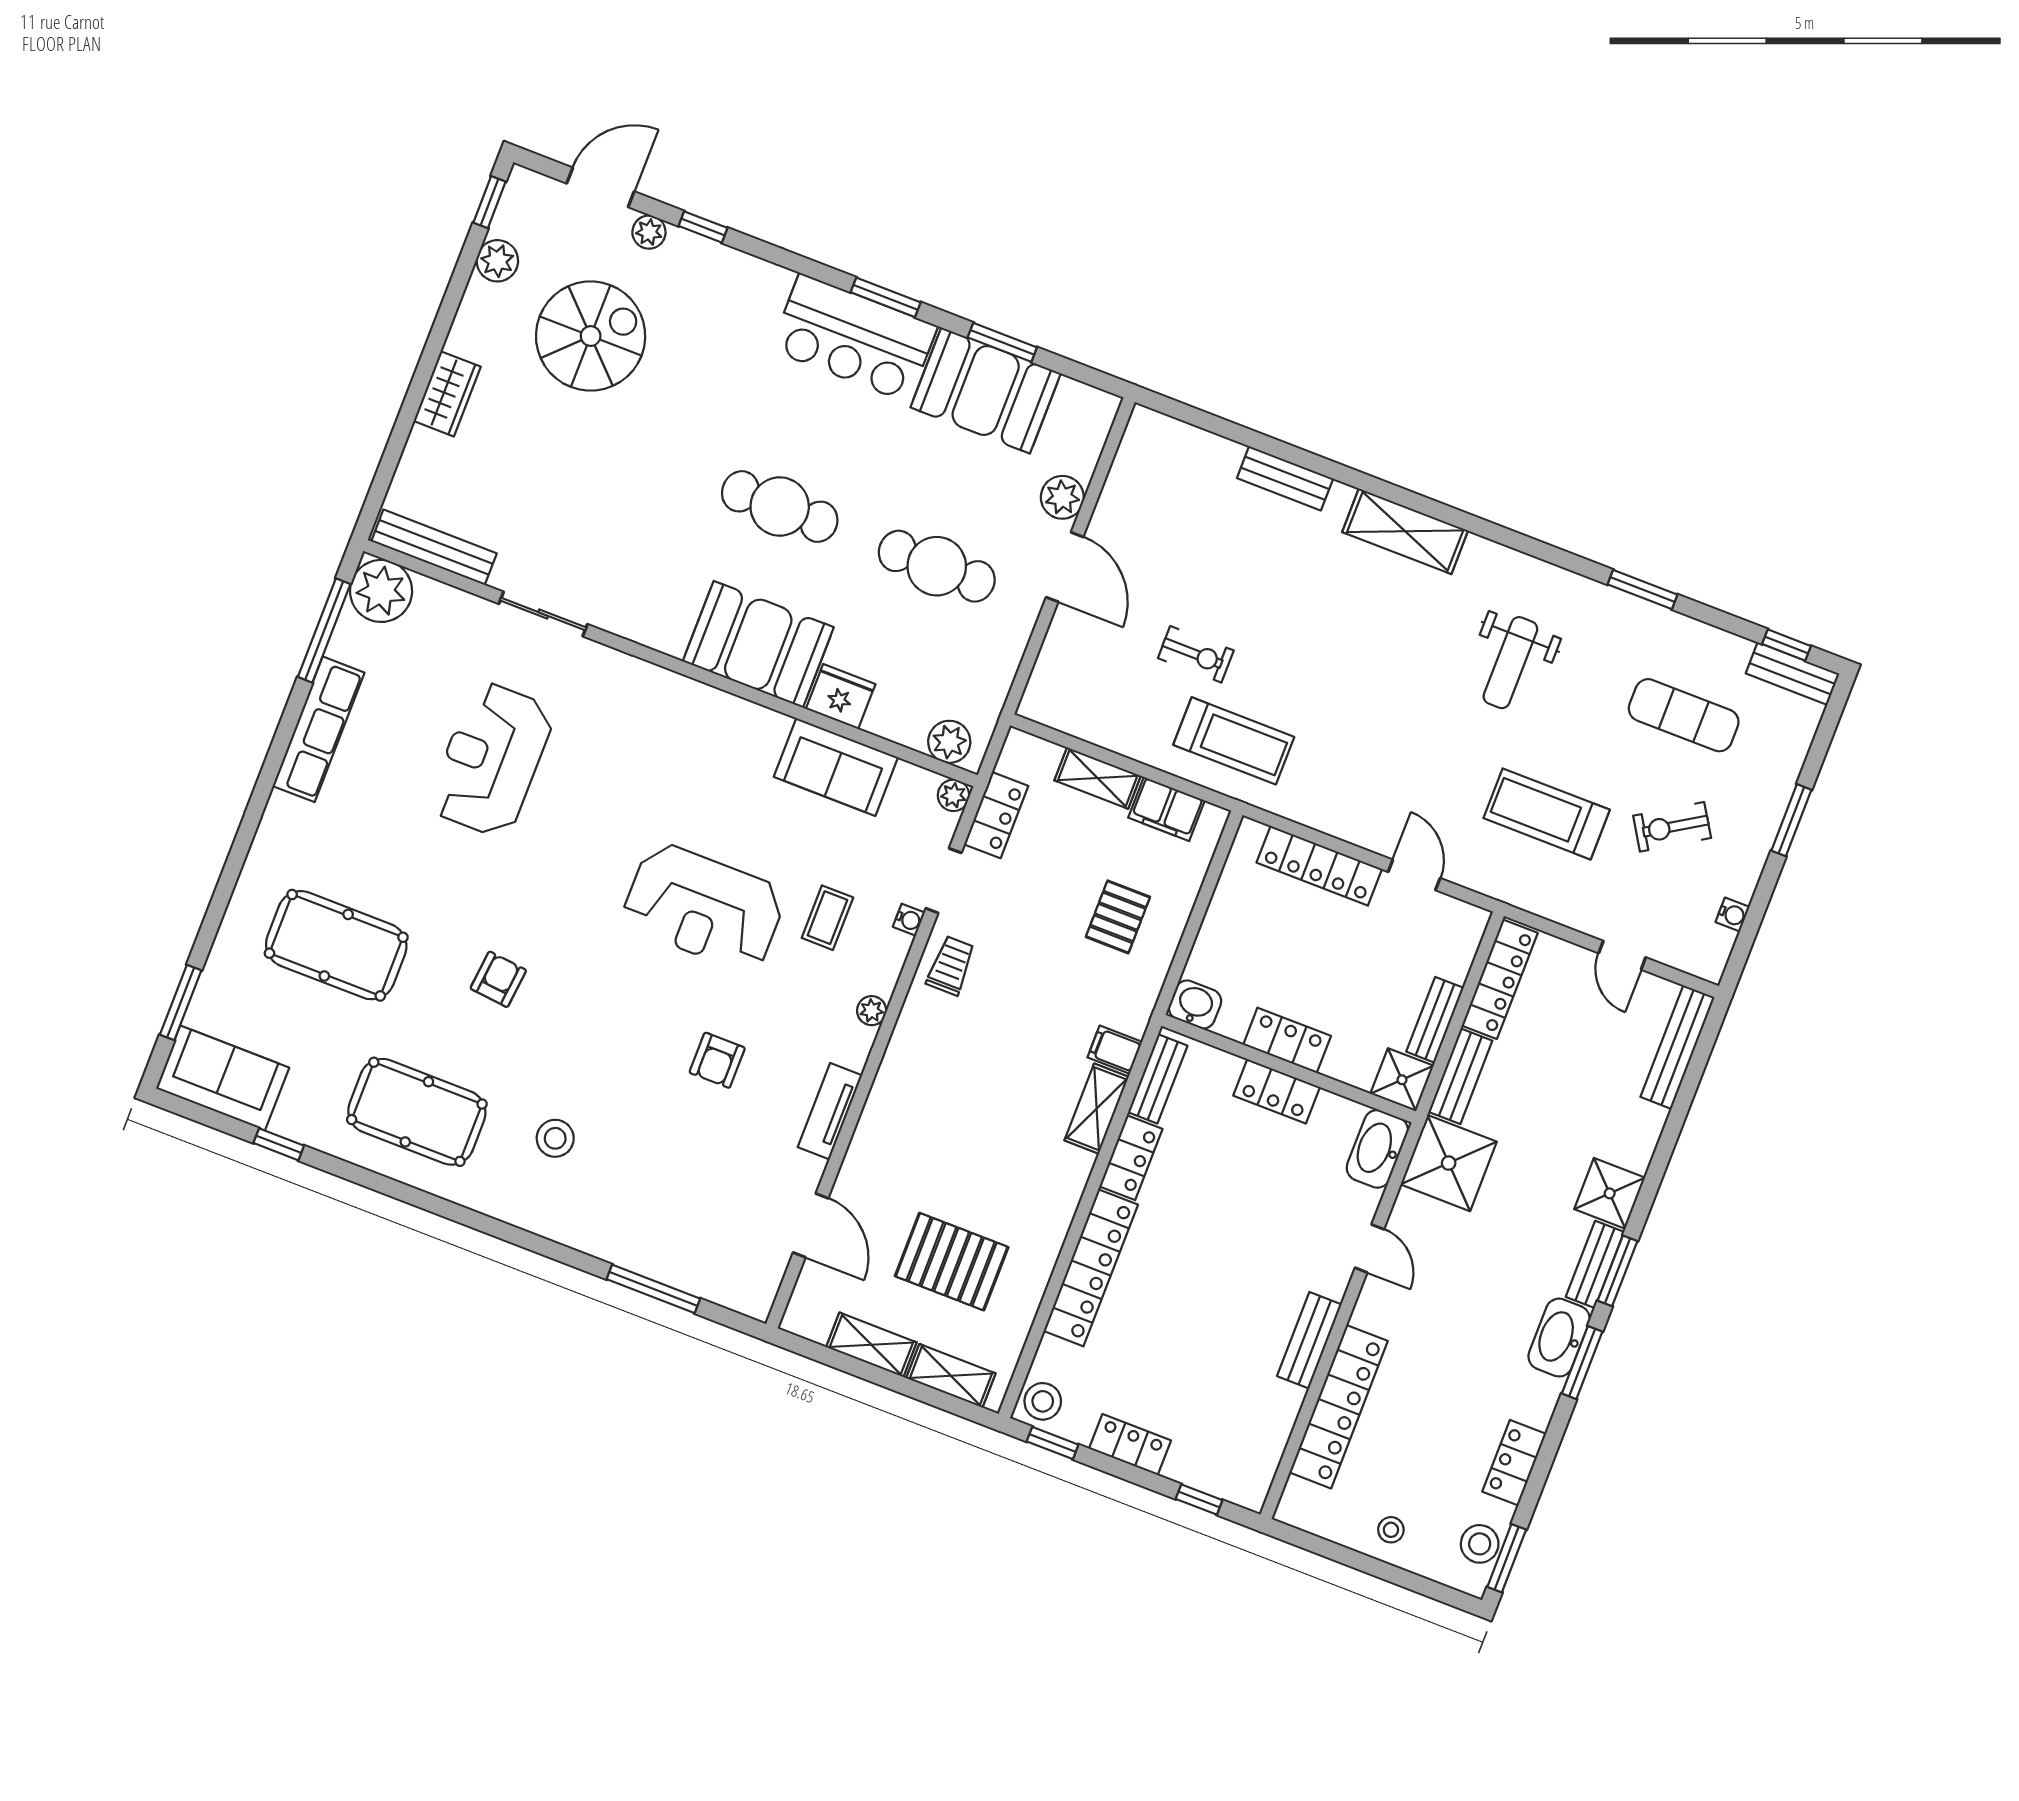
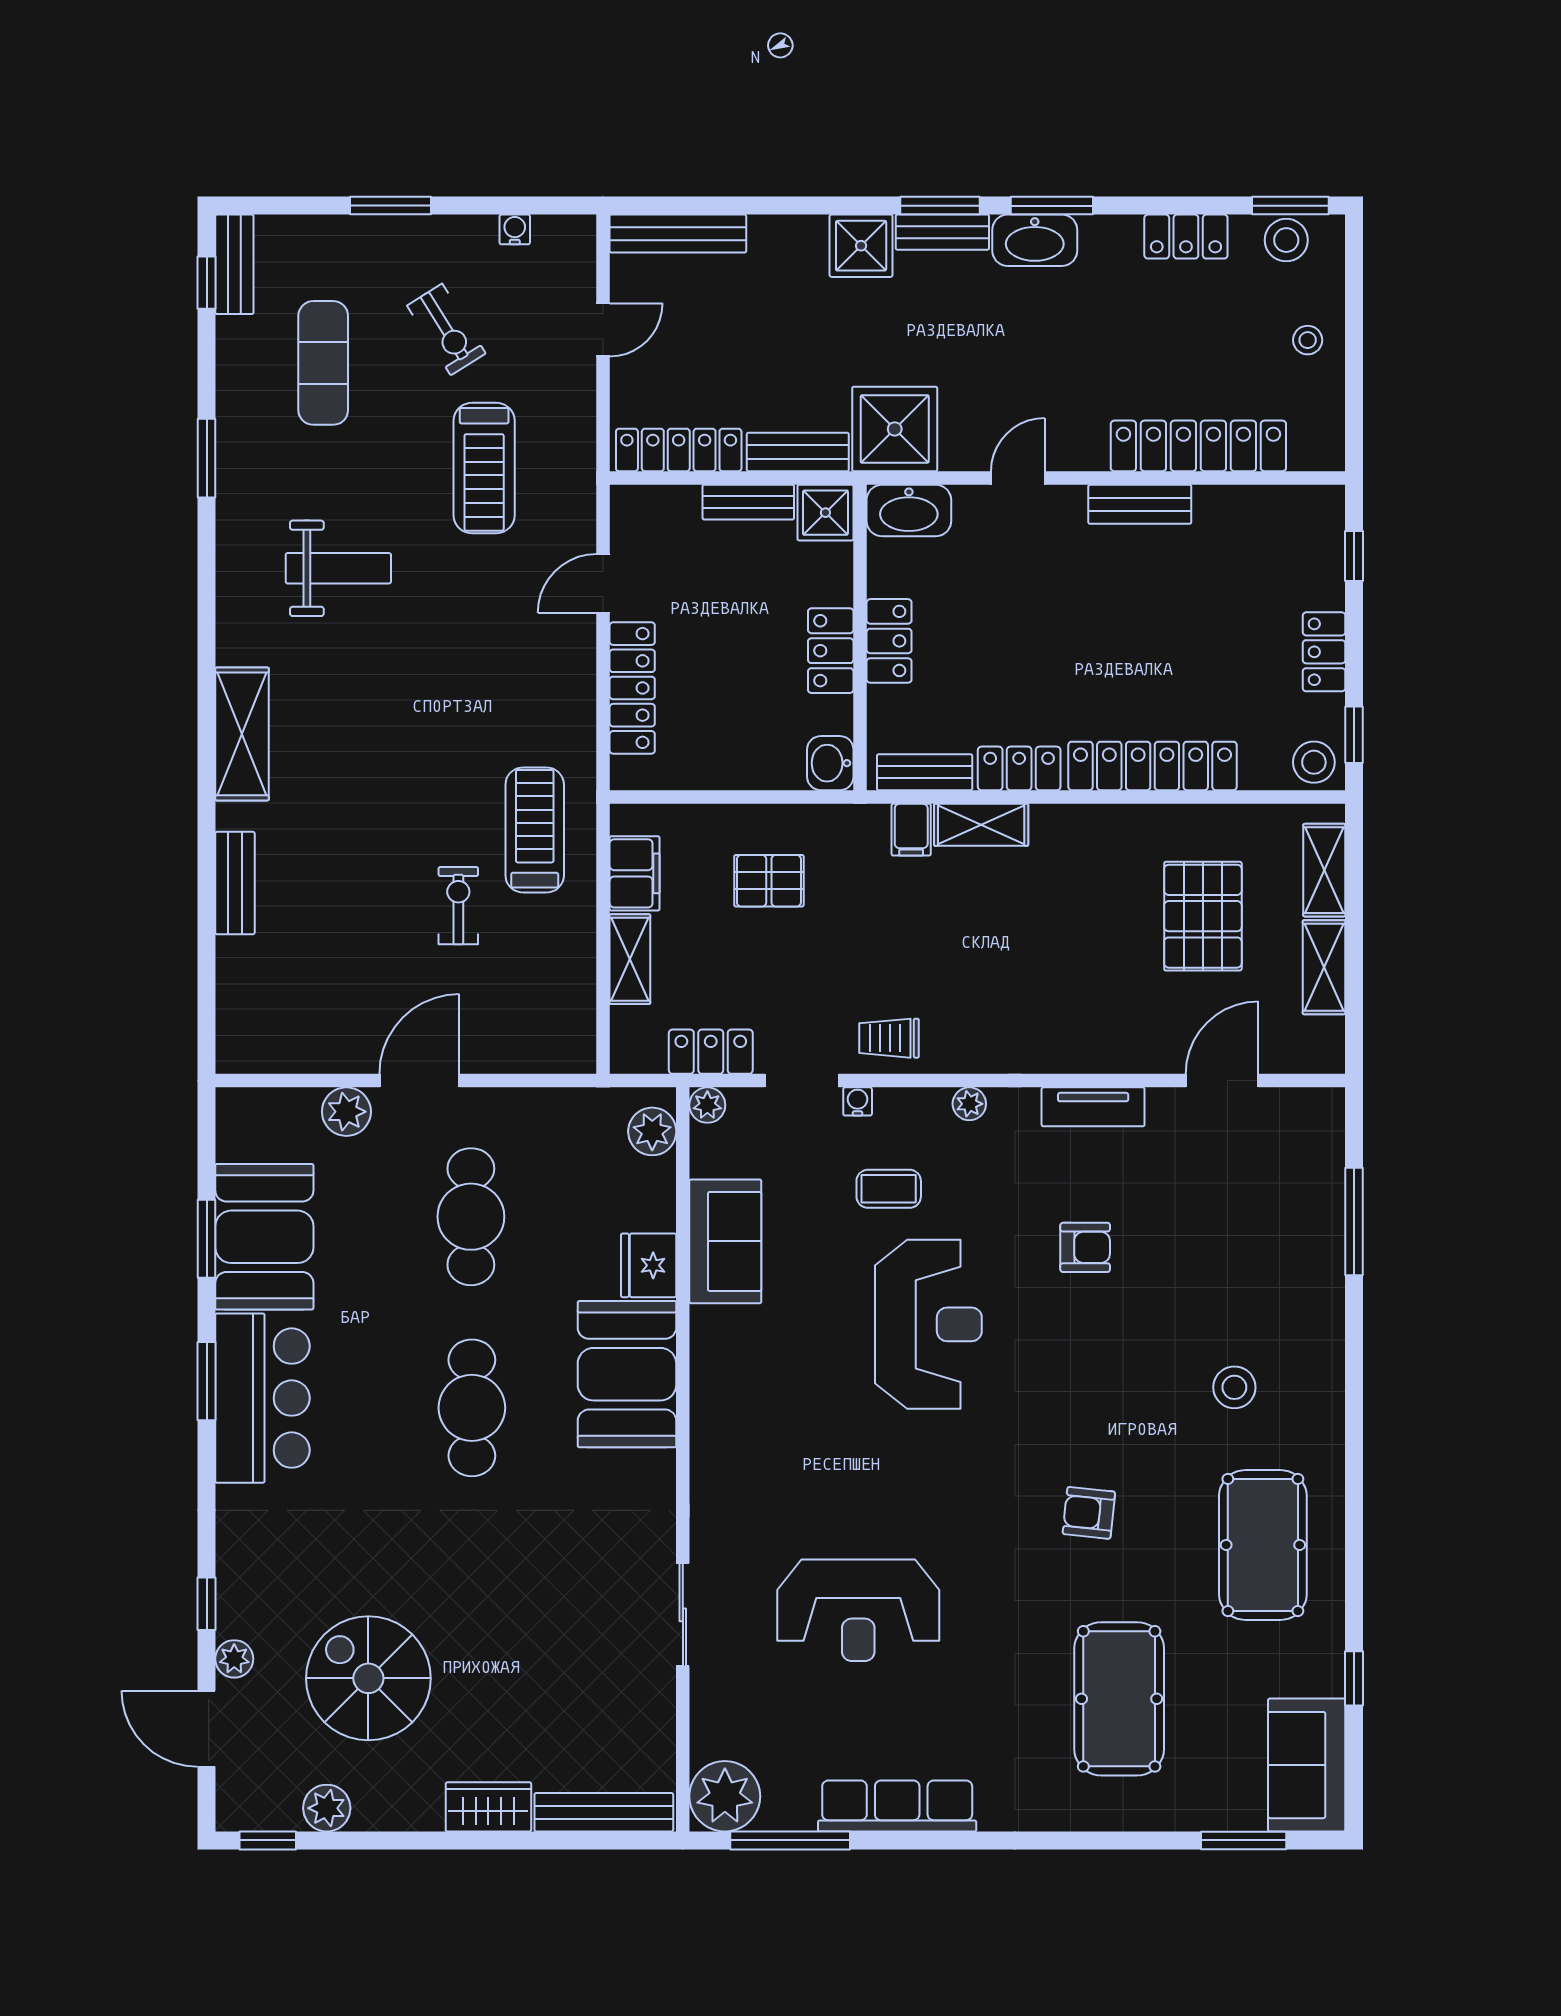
bench: (434, 547) -> (604, 1812), moved, turned 90

